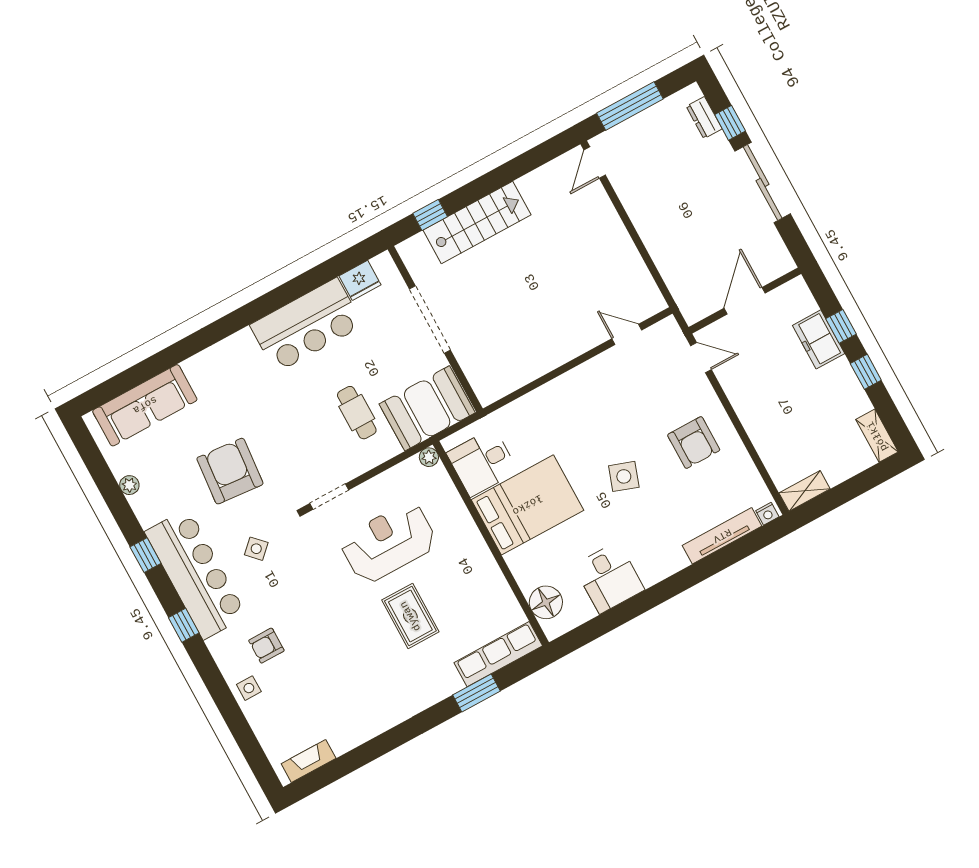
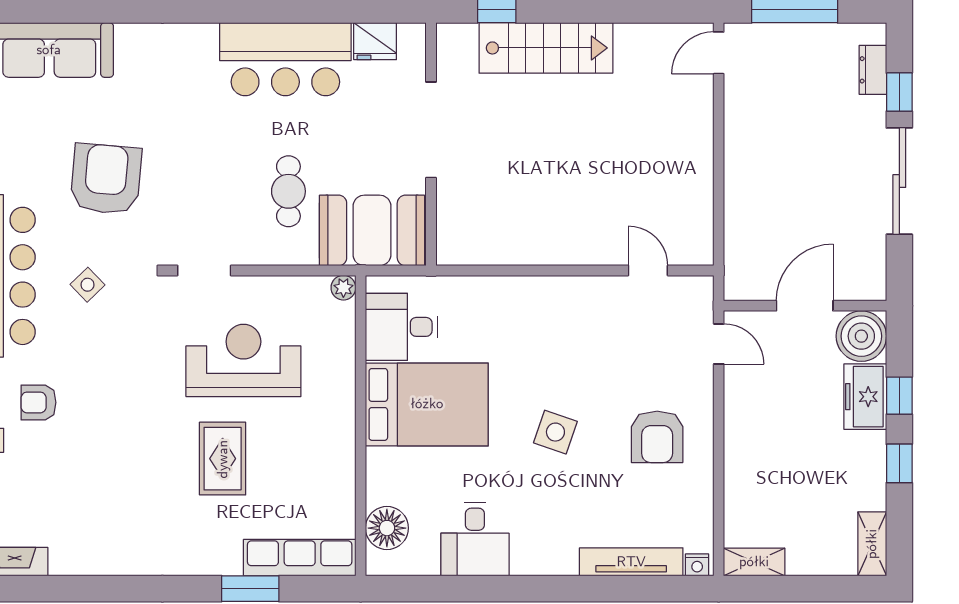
boiler: (794, 300) -> (861, 336), added

